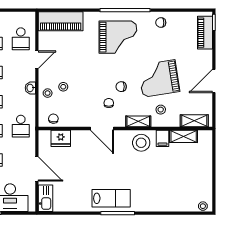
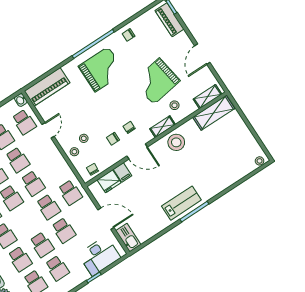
chair: (121, 87) -> (113, 139), moved
washbasin: (30, 88) -> (21, 100), moved
shelving: (184, 136) -> (214, 113), width x1.50, depth x1.33
filing cabinet: (163, 138) -> (123, 172), moved

